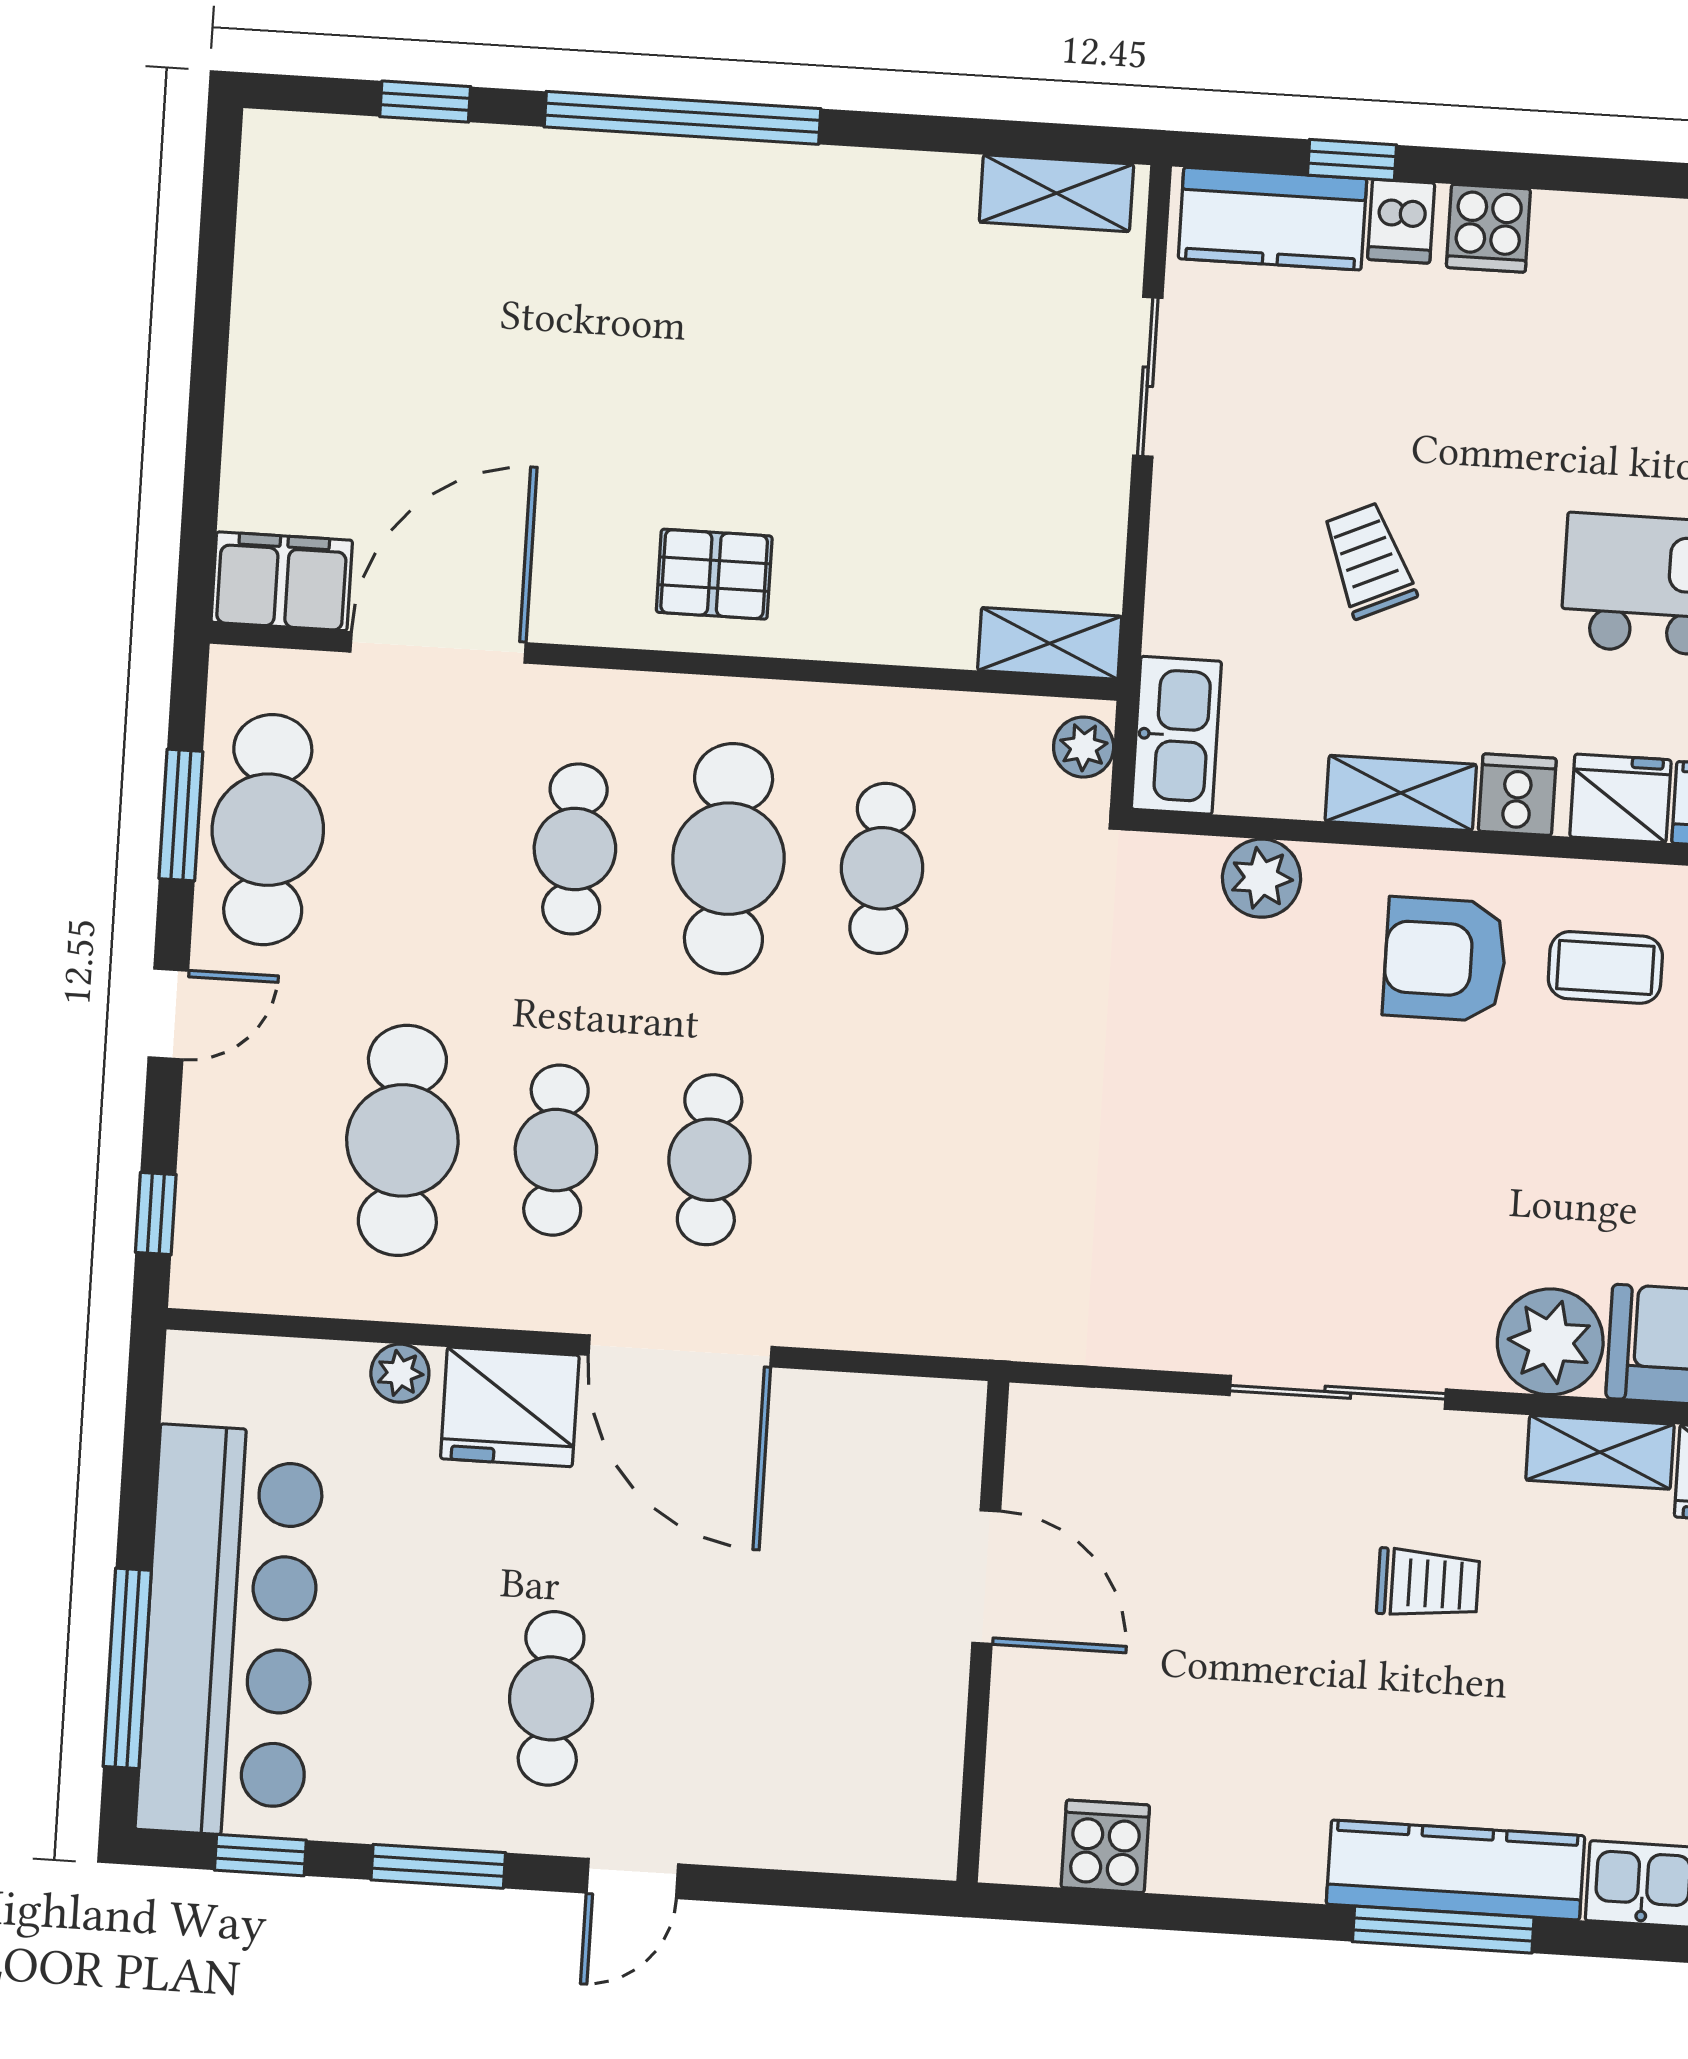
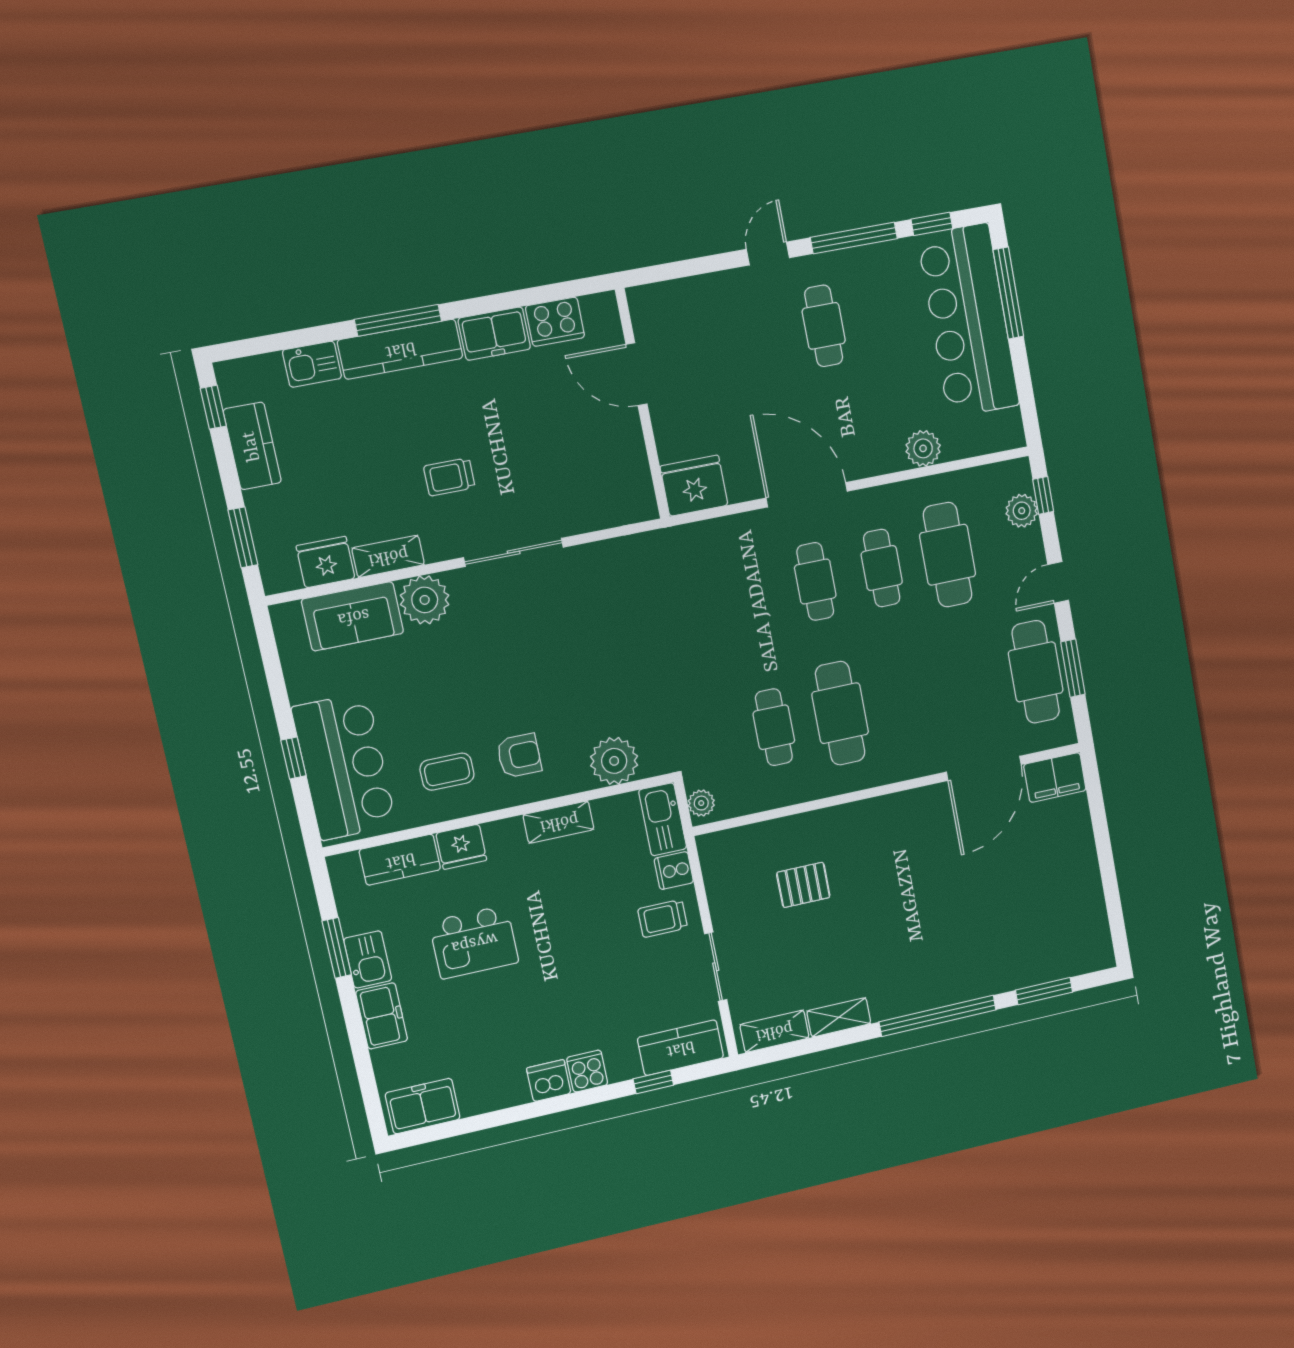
window: (425, 102) -> (1044, 991), width x1.50
dishwasher: (1401, 221) -> (549, 1081), moved, width x1.38
trolley: (1369, 561) -> (663, 918), moved, turned 114
pallet: (714, 574) -> (803, 885), moved
shelving: (1050, 643) -> (839, 1017), moved
cooker: (1517, 795) -> (674, 871), moved, turned 90
cafe table: (575, 849) -> (906, 699), removed
plant: (1262, 878) -> (614, 761), width x1.36, depth x1.36
armchair: (1445, 959) -> (519, 756), width x0.72, depth x0.72
plant: (212, 1193) -> (1022, 511), added
plant: (400, 1373) -> (923, 448), width x1.38, depth x1.38
fridge: (510, 1407) -> (694, 486), moved
door: (986, 1577) -> (636, 374), moved
cooker: (1105, 1846) -> (555, 322), width x1.36
freezer: (1253, 1854) -> (494, 334), added
window: (438, 1866) -> (854, 238), width x1.44

